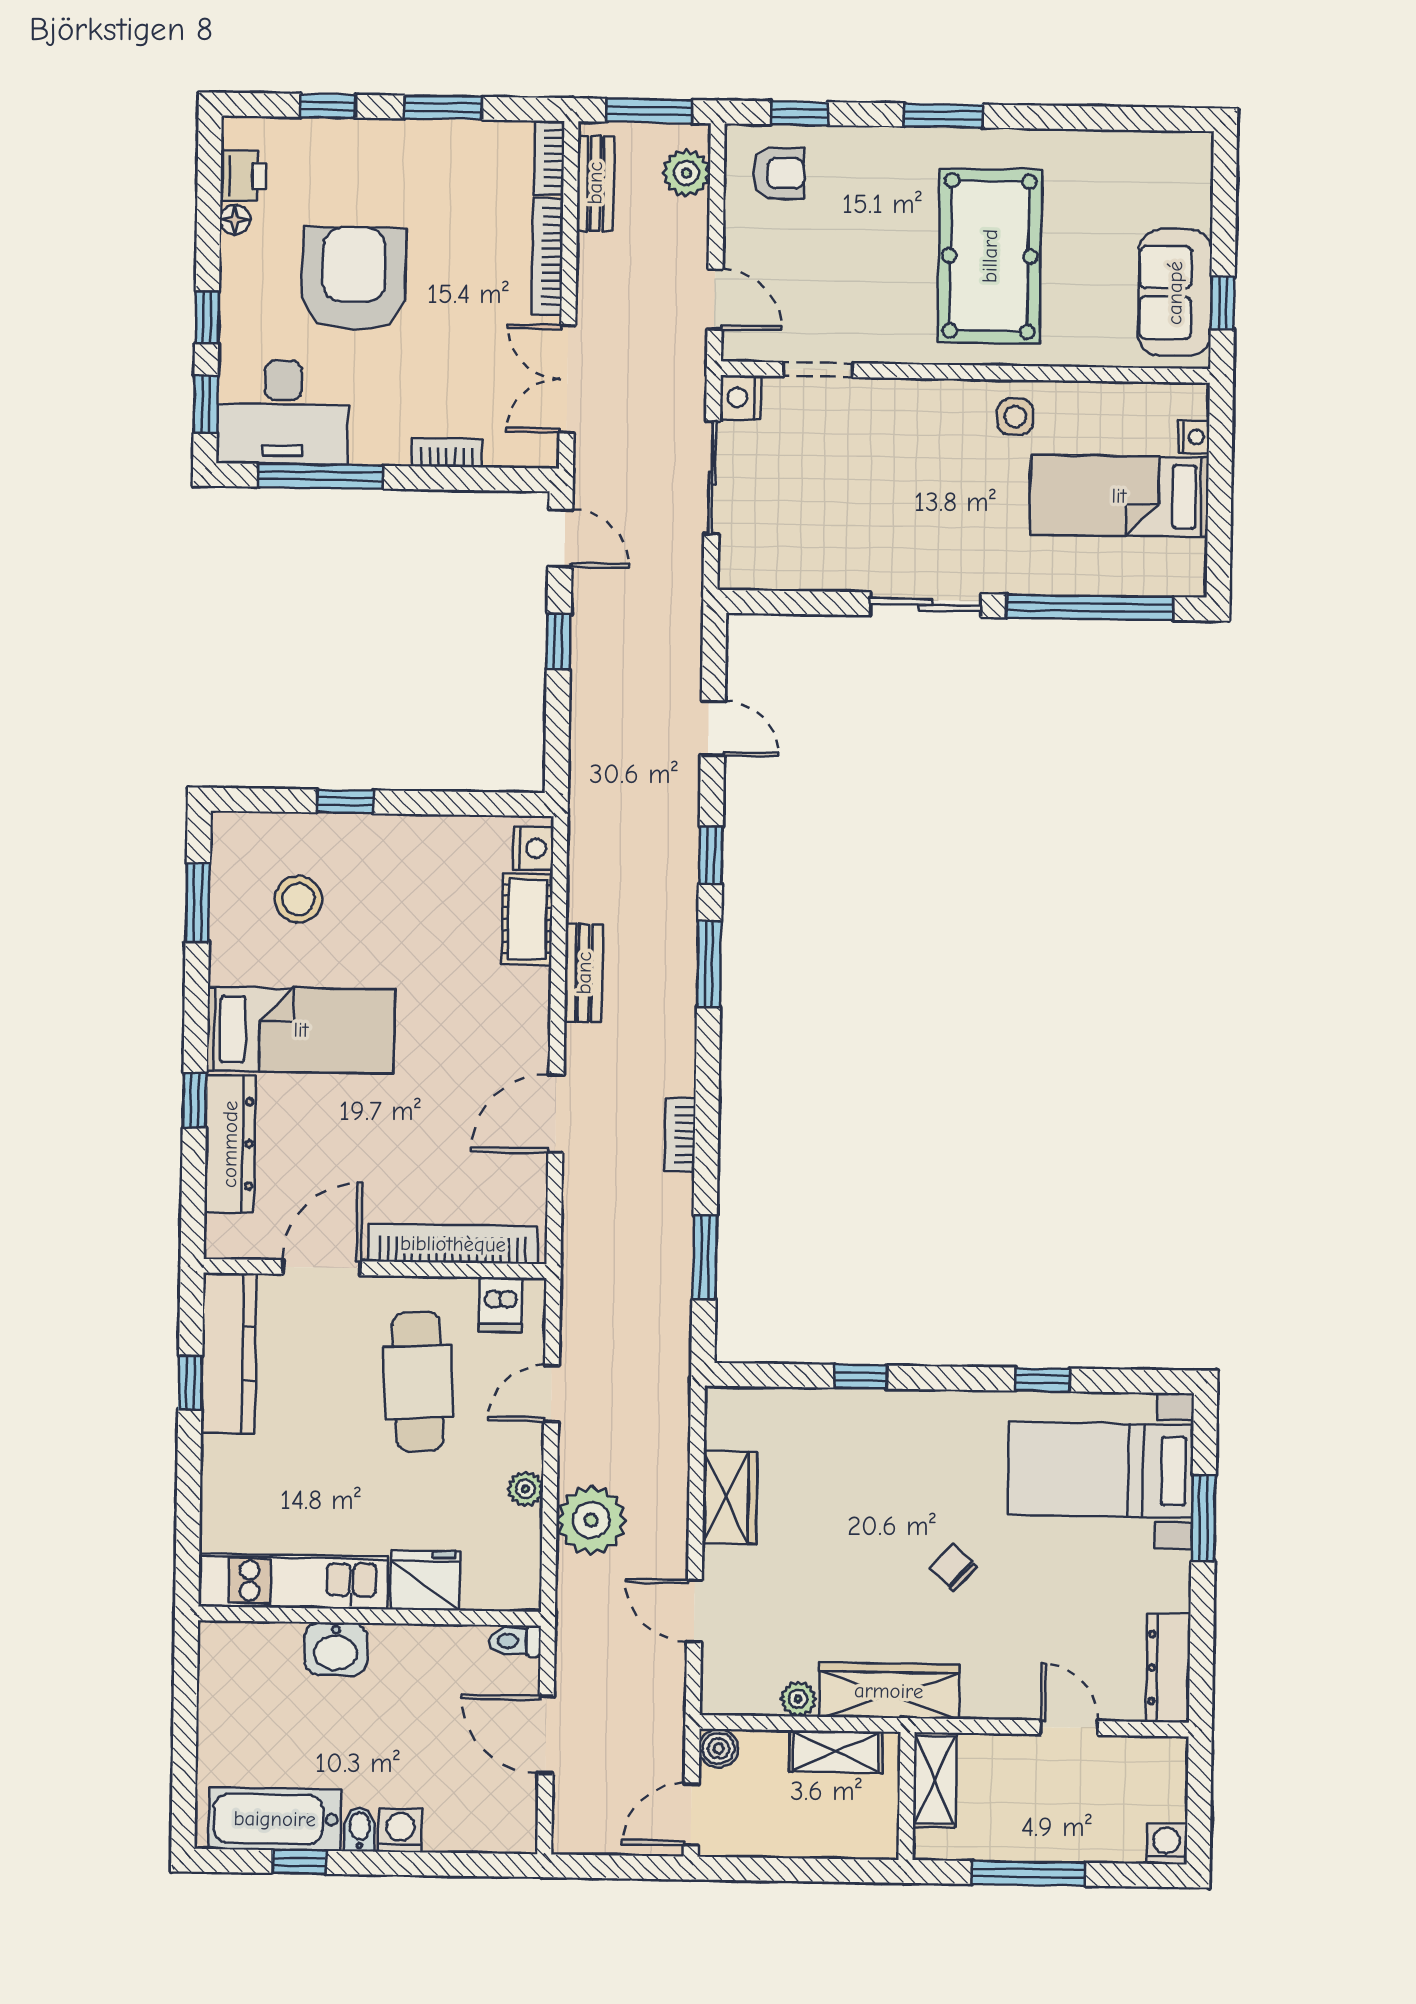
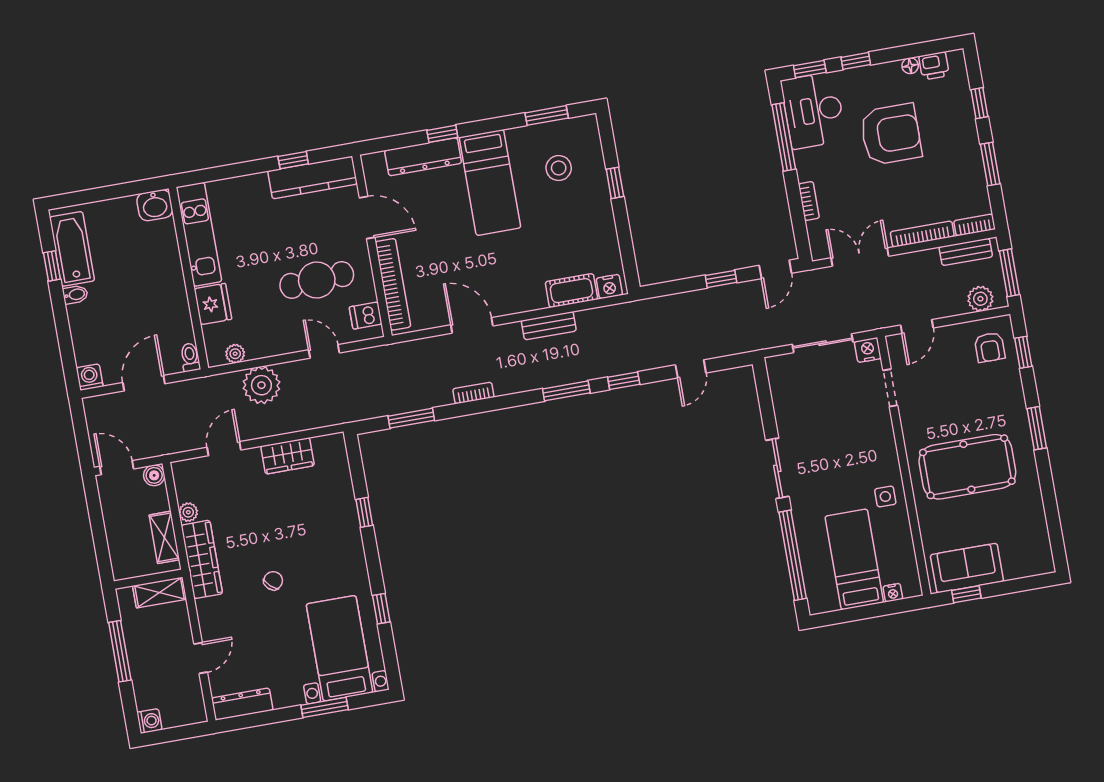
plant: (525, 1489) -> (235, 354), moved
washbasin: (336, 1649) -> (155, 205), moved, turned -90
washing machine: (400, 1830) -> (90, 377), moved, turned -90

